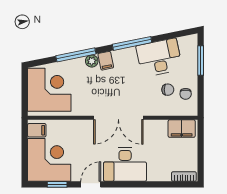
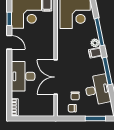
double door: (118, 118) -> (56, 77), moved
filing cabinet: (182, 129) -> (48, 105), removed
desk: (125, 165) -> (23, 76), moved

